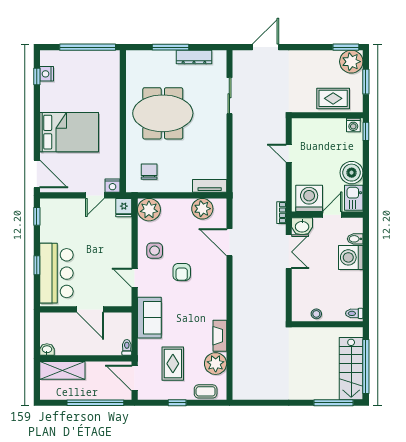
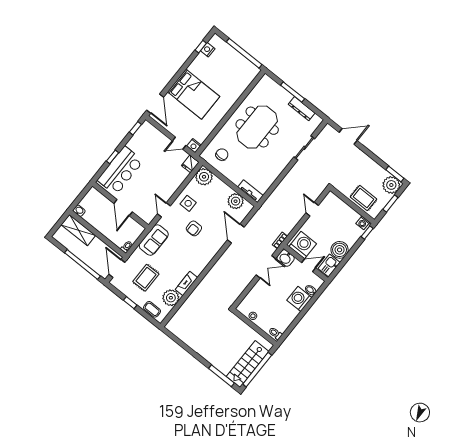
meeting table: (163, 113) -> (257, 127), turned 90

